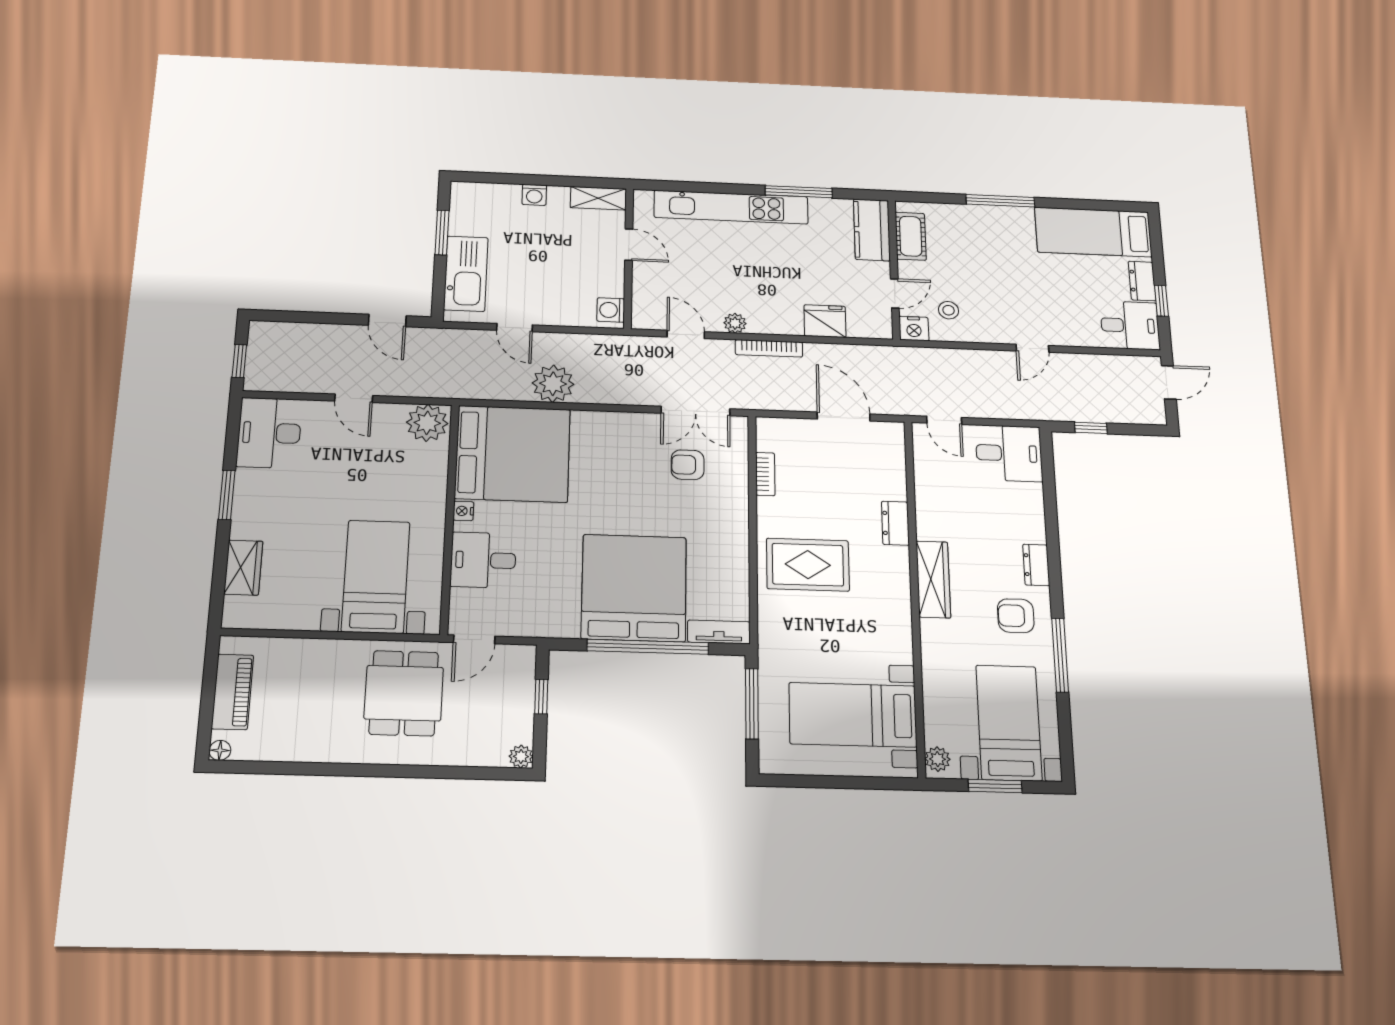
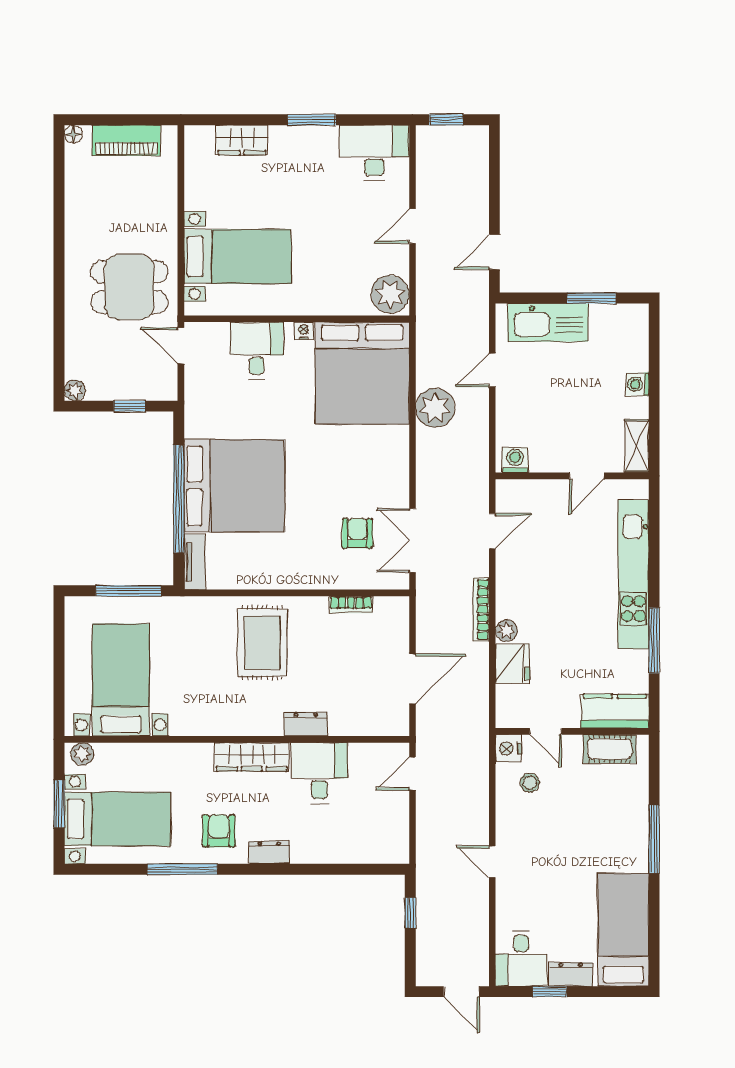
plant: (735, 323) -> (506, 631), moved
desk: (1009, 453) -> (319, 773), moved, turned 180

